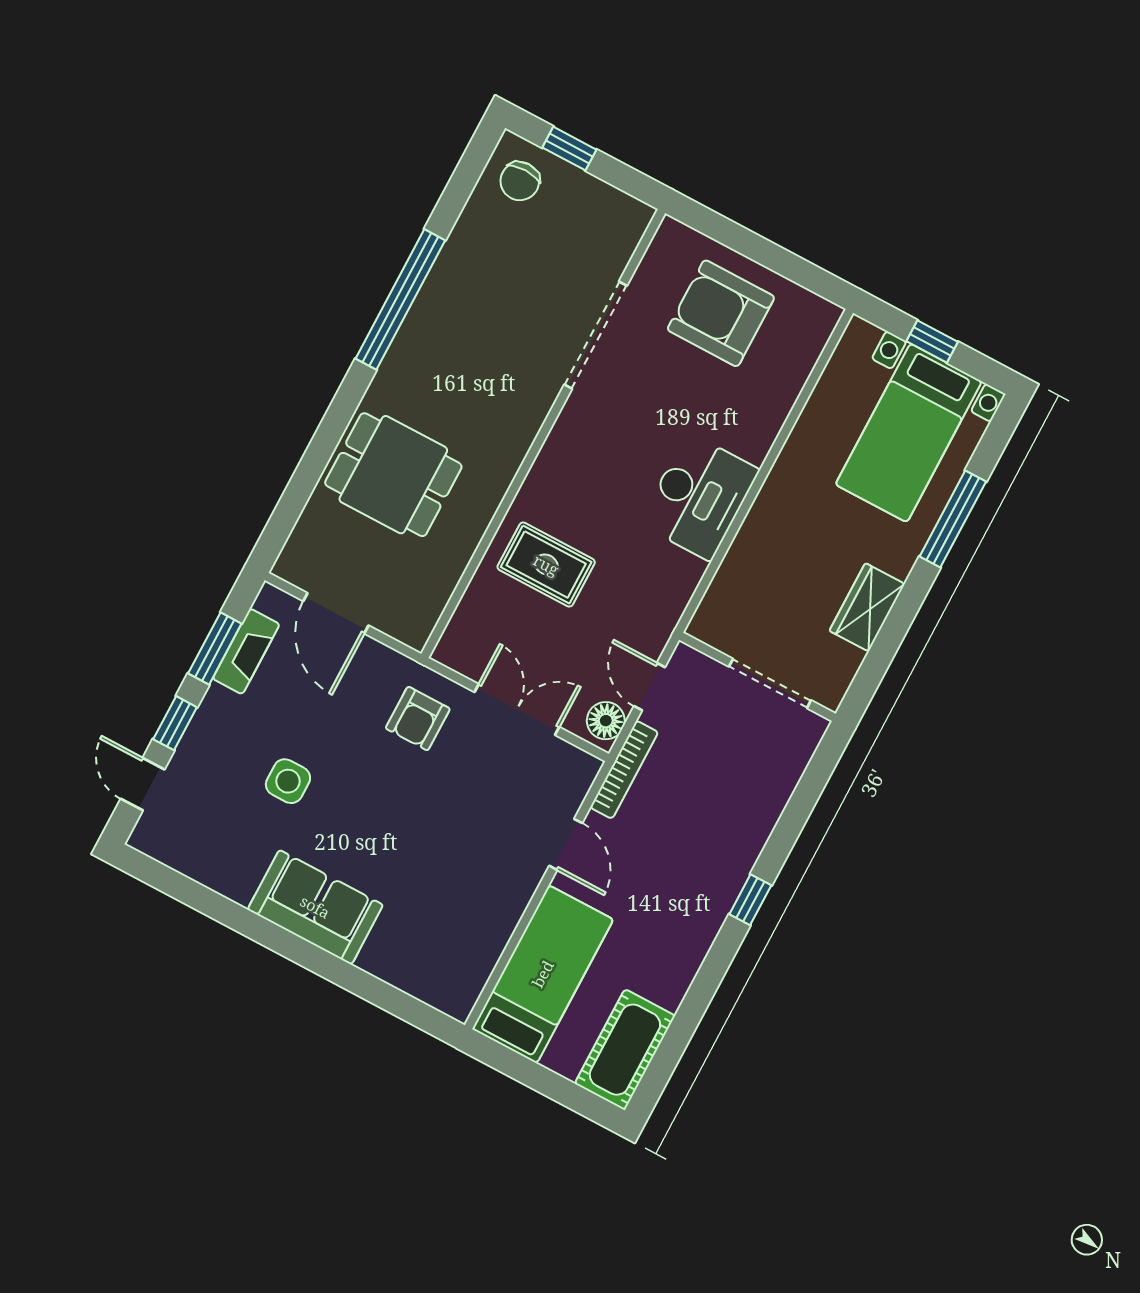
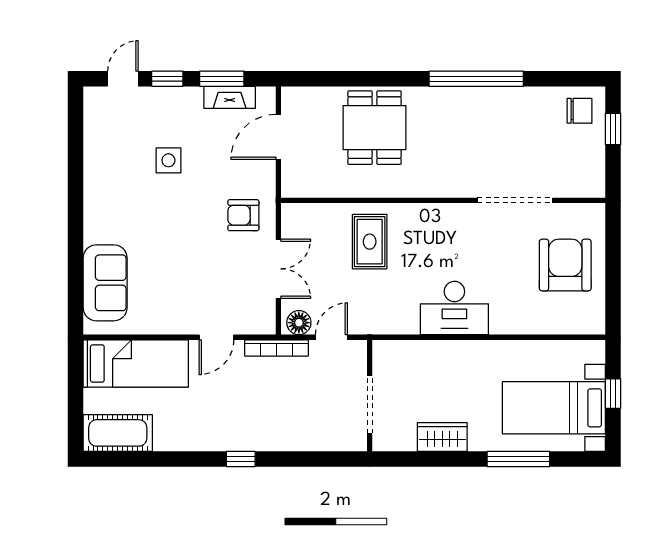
chair: (520, 181) -> (580, 111), turned 180
sofa: (315, 907) -> (105, 283), moved

